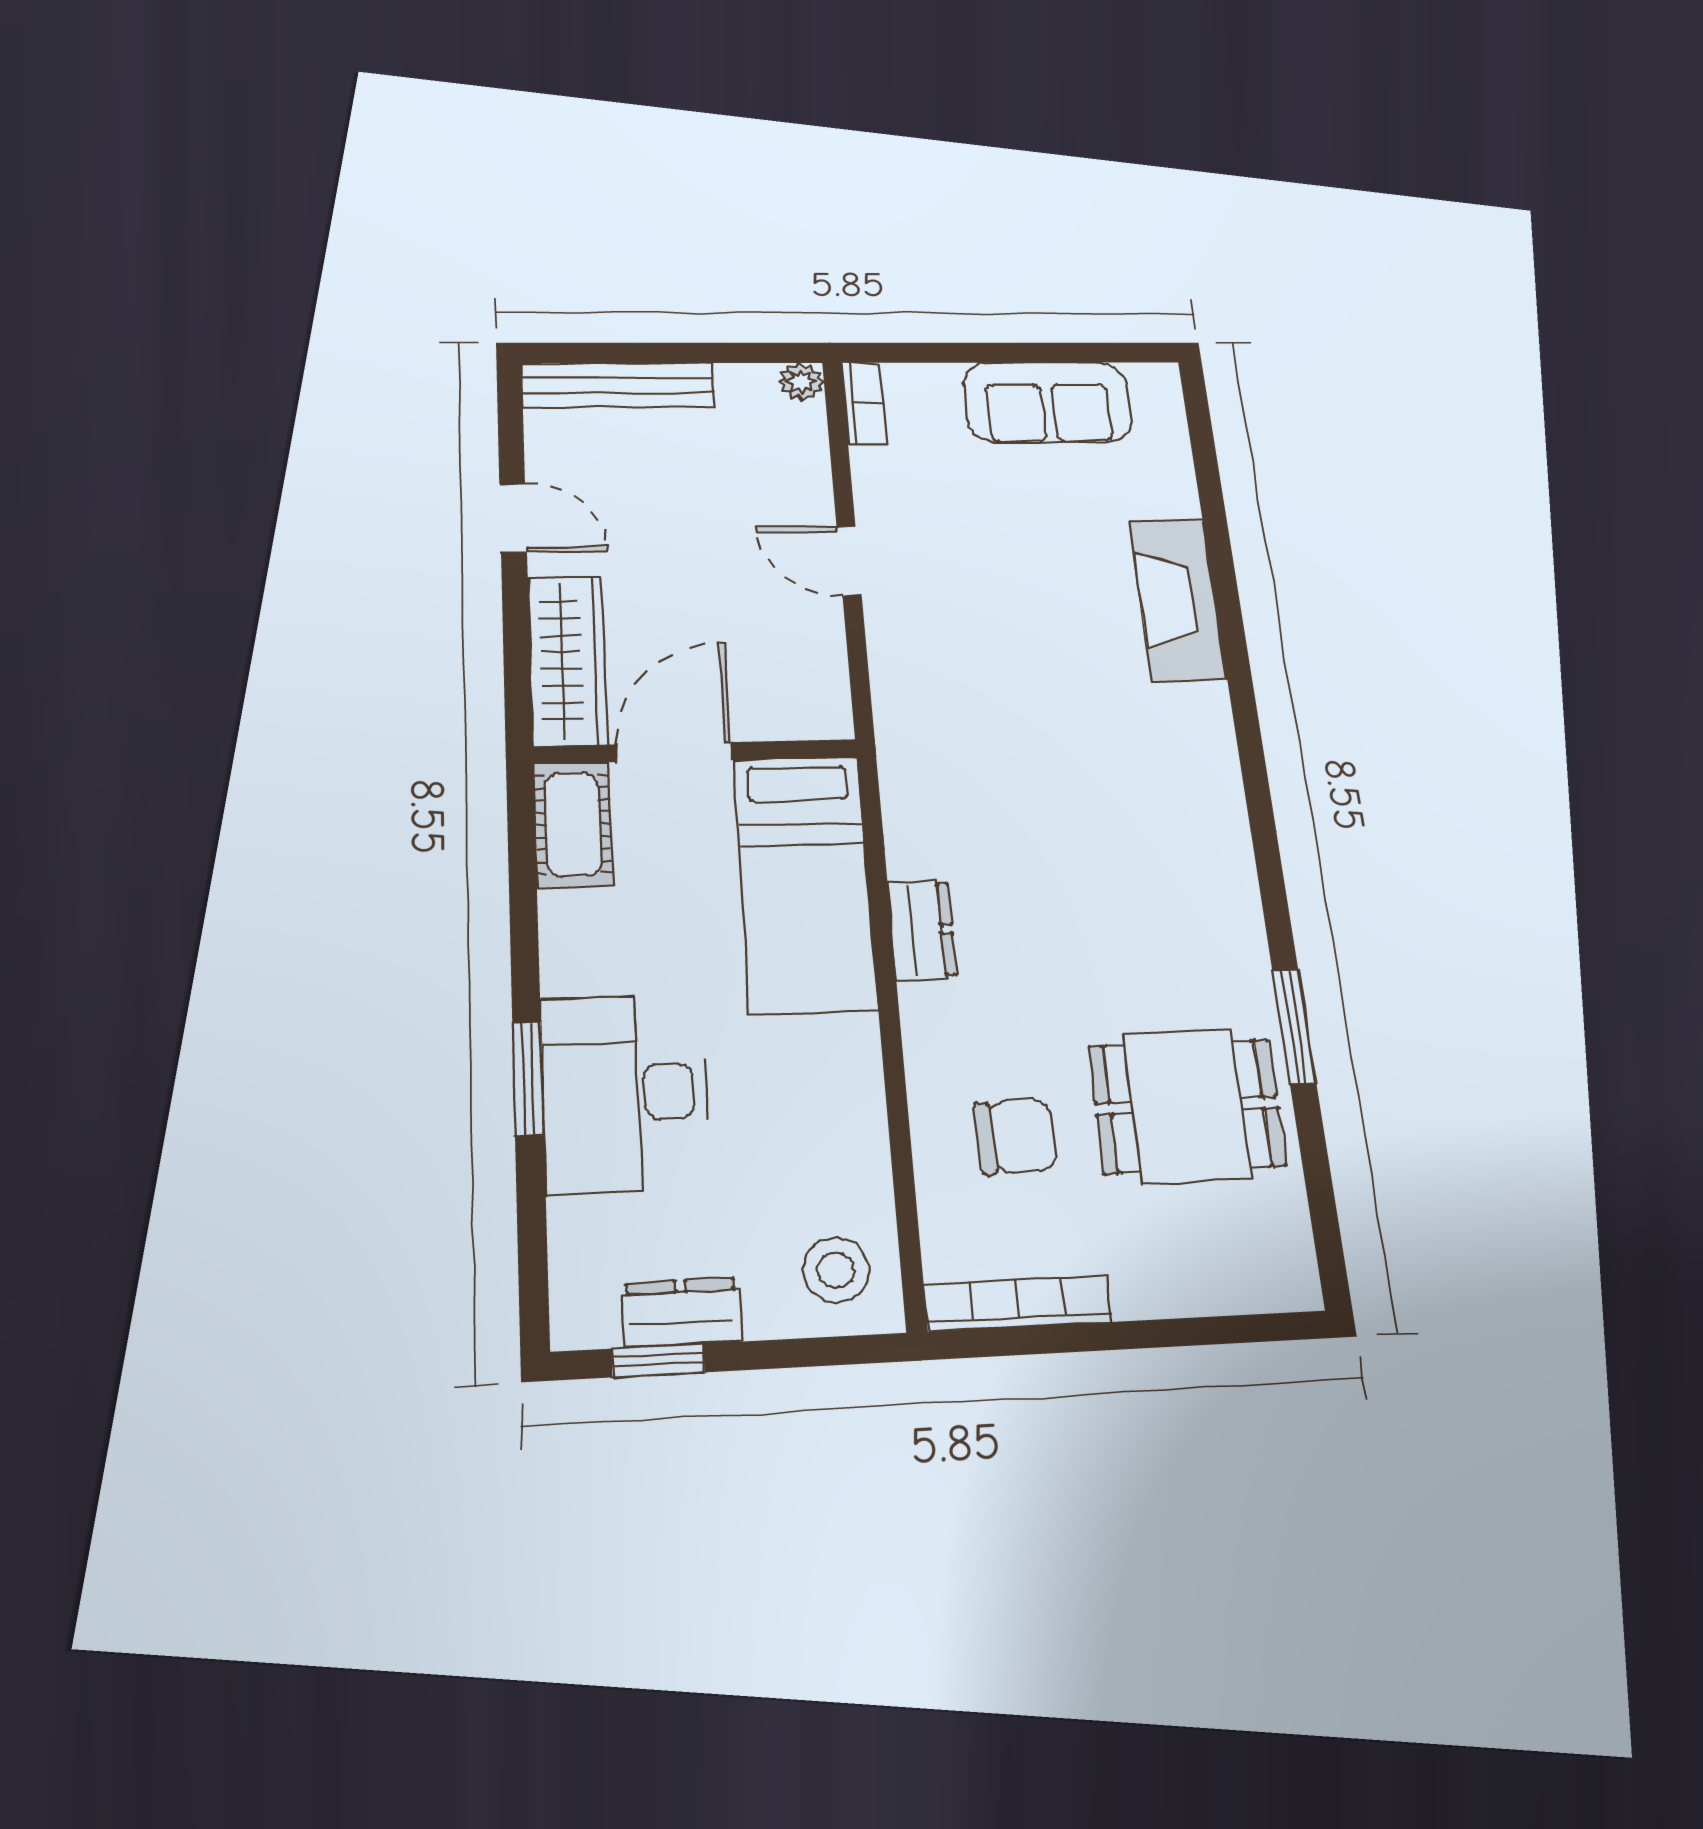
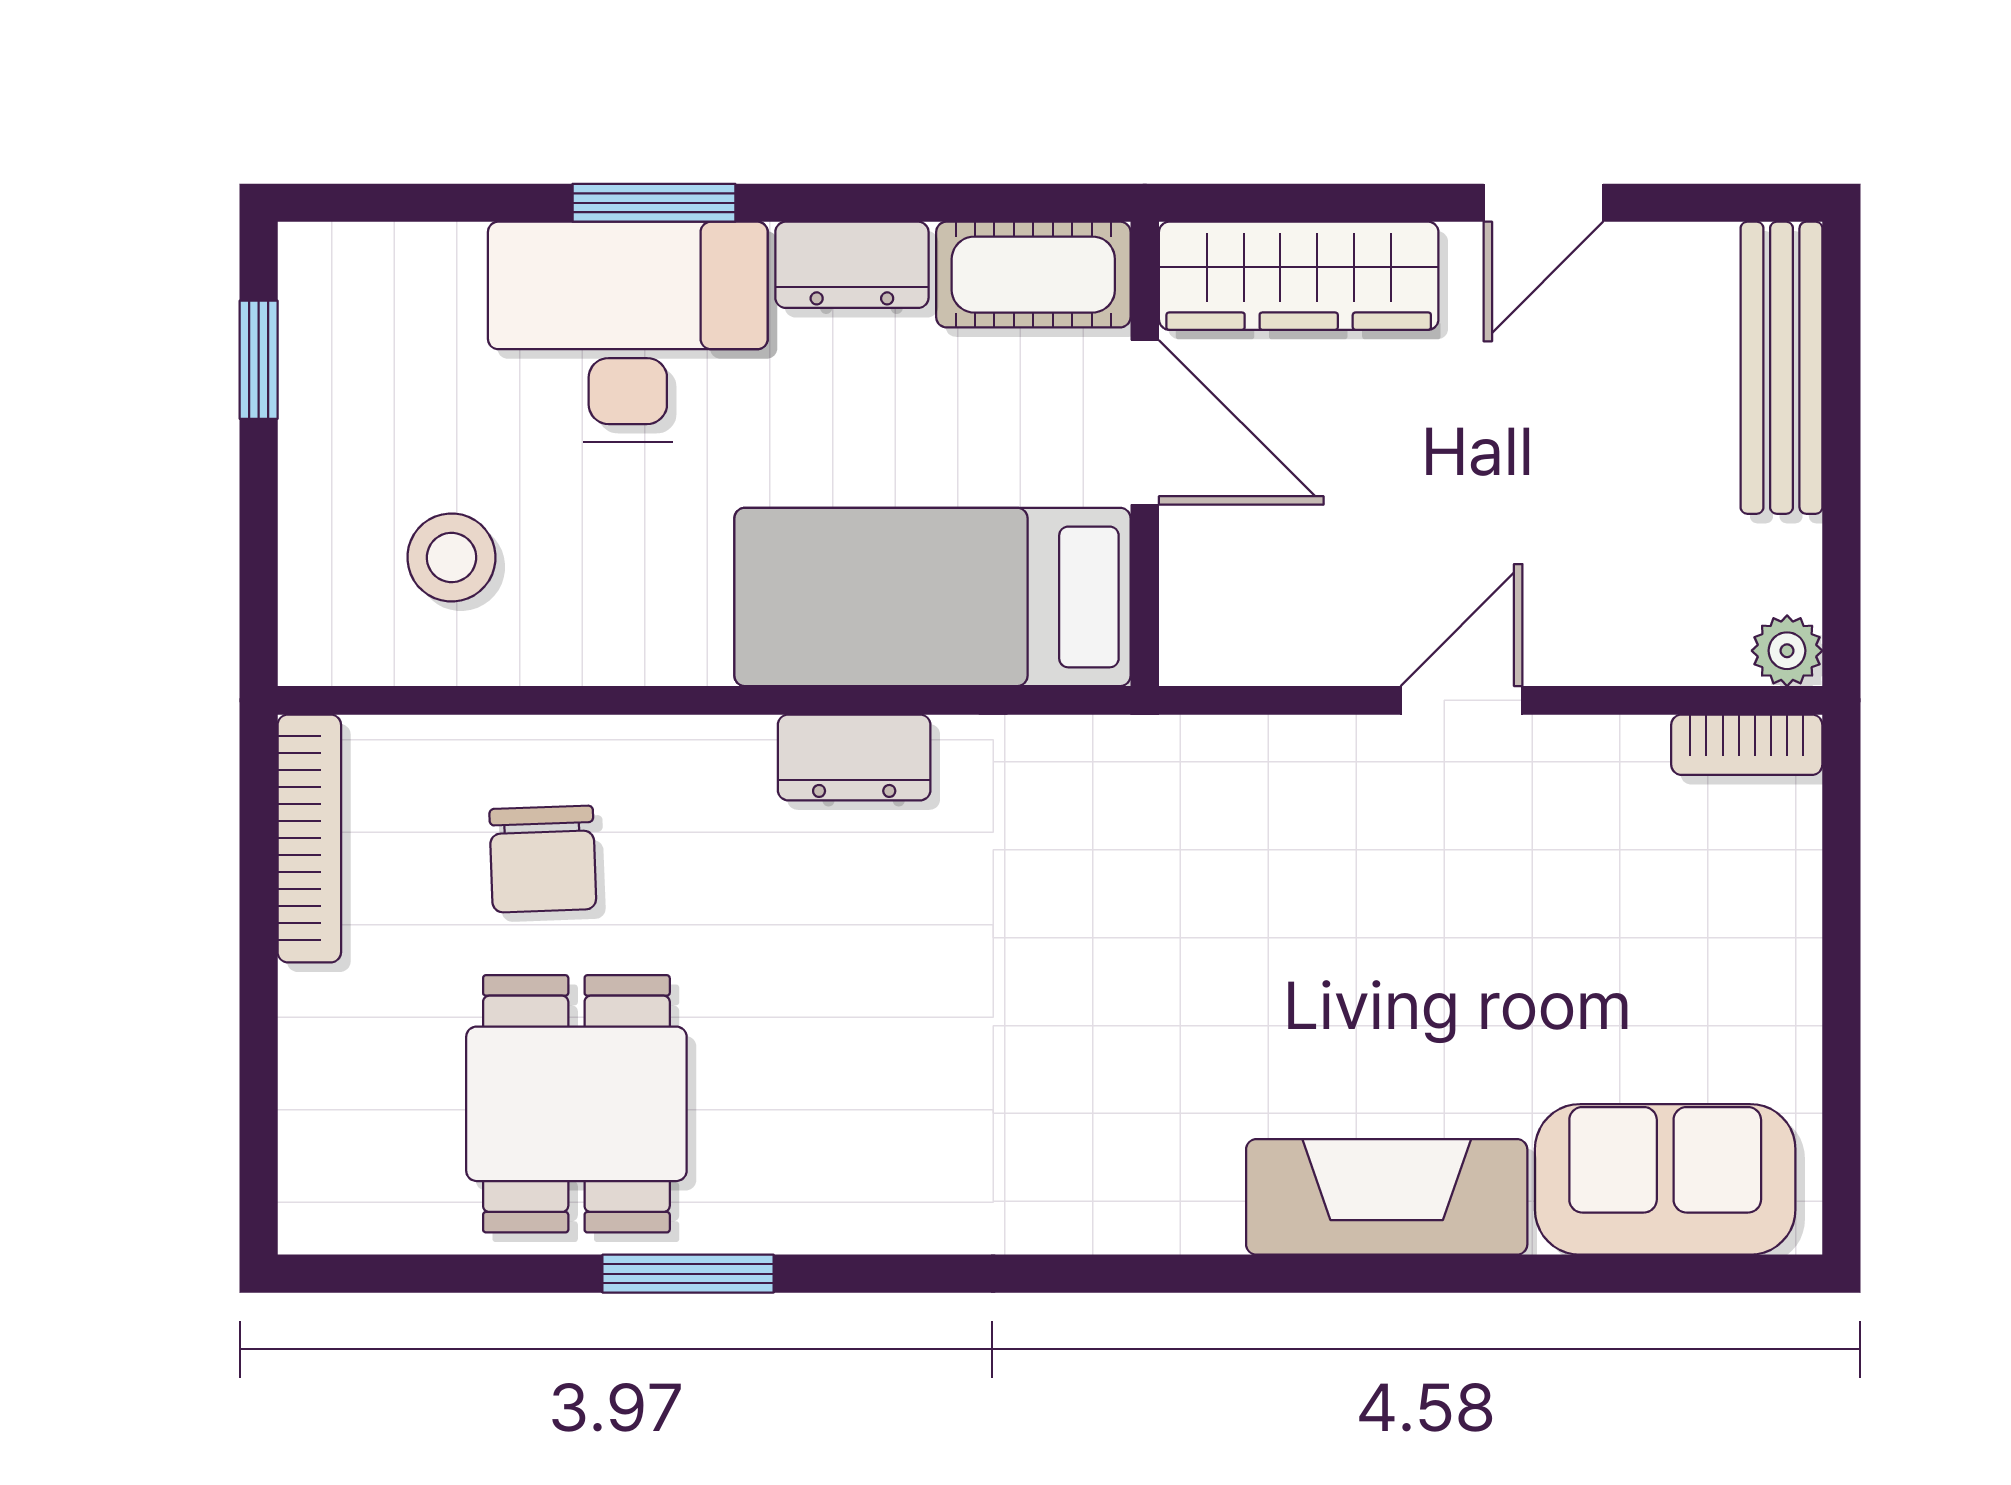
sofa: (1048, 402) -> (1665, 1179), moved, turned 90
stool: (836, 1270) -> (451, 557), moved
dresser: (681, 1312) -> (852, 265), moved, turned 90

